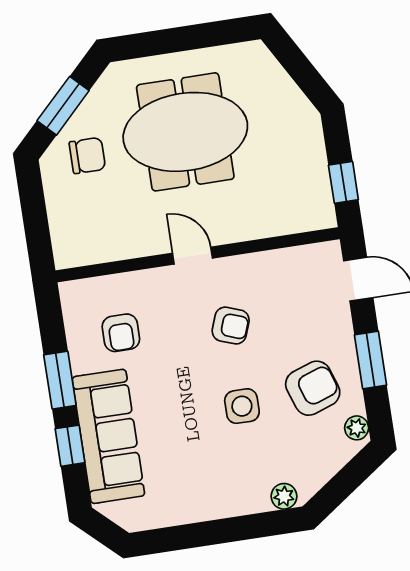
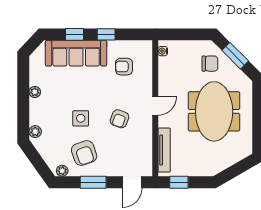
chair: (87, 156) -> (210, 64), turned -90
tv unit: (281, 223) -> (164, 150), added
water cooler: (77, 257) -> (163, 51), added
window: (60, 380) -> (106, 34), width x0.67
plant: (202, 510) -> (35, 92), added

